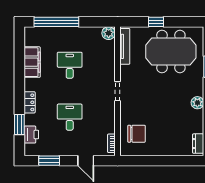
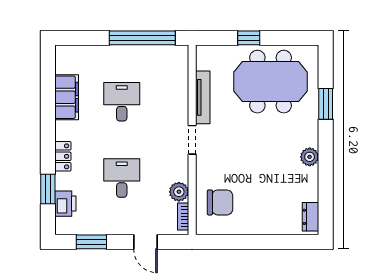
window: (56, 22) -> (142, 38), moved
plant: (109, 33) -> (179, 192), moved
tv unit: (125, 46) -> (203, 97), moved

